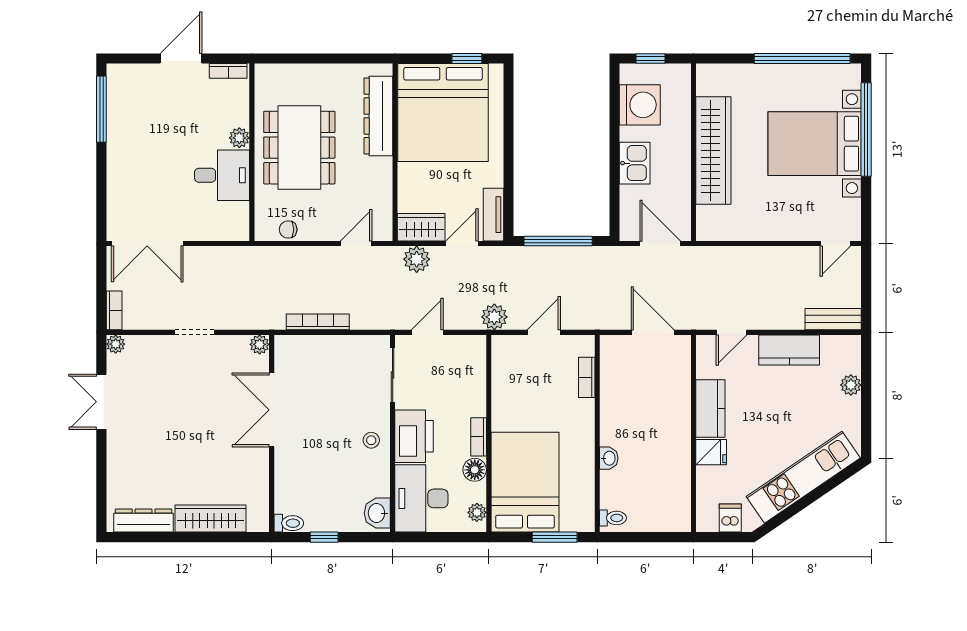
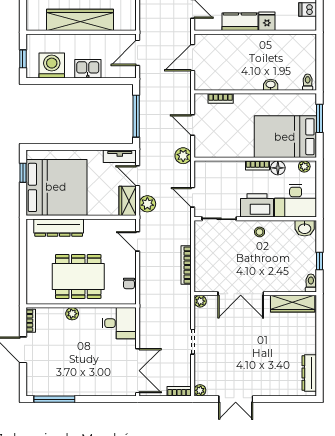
desk: (222, 175) -> (119, 323), moved, turned 90
wardrobe: (211, 518) -> (293, 304), moved, turned -90

